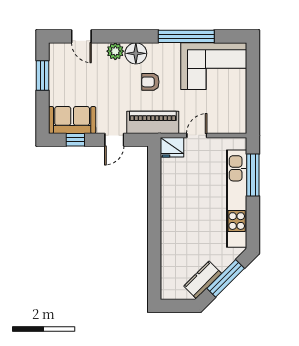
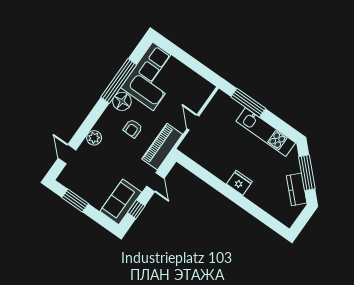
door: (81, 36) -> (67, 154), swing flipped
floor lamp: (136, 53) -> (122, 101), moved
fridge: (172, 147) -> (239, 183), moved, turned -90
kitchen unit: (237, 199) -> (266, 132), width x0.73

